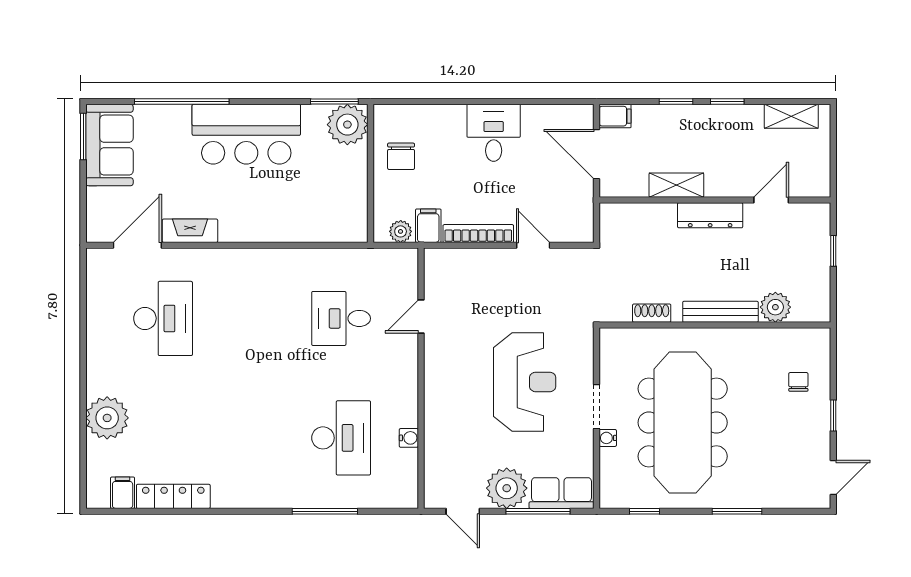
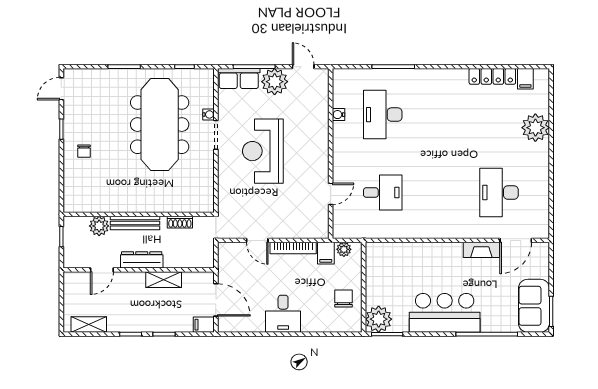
plant: (775, 307) -> (99, 226), moved
bench: (720, 312) -> (135, 223), moved
shoe rack: (652, 313) -> (180, 222), moved
wall: (715, 325) -> (139, 214), moved

